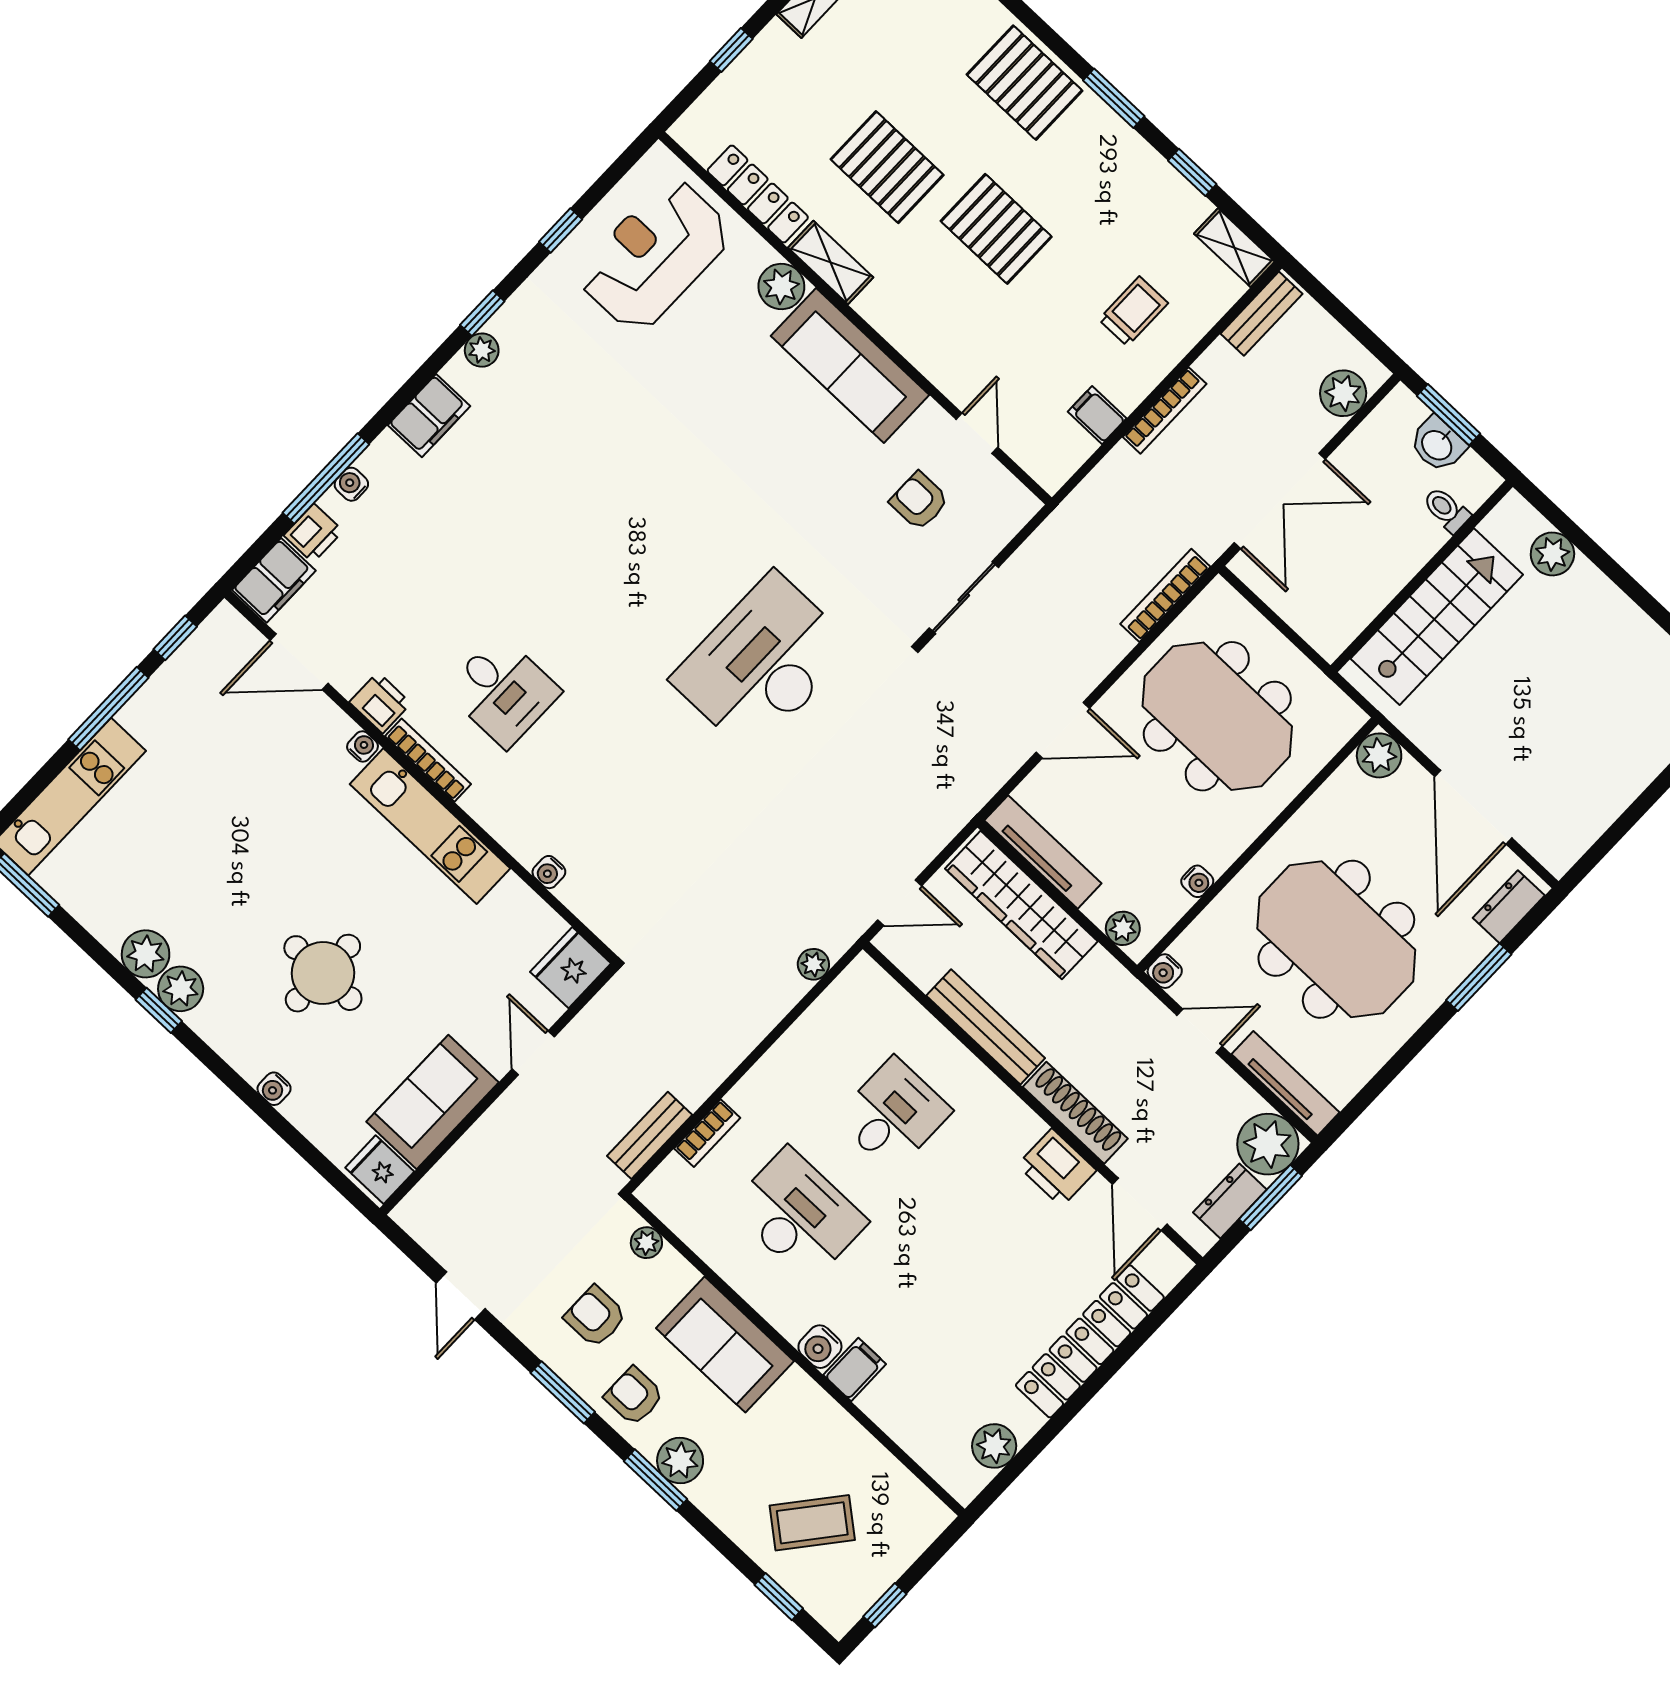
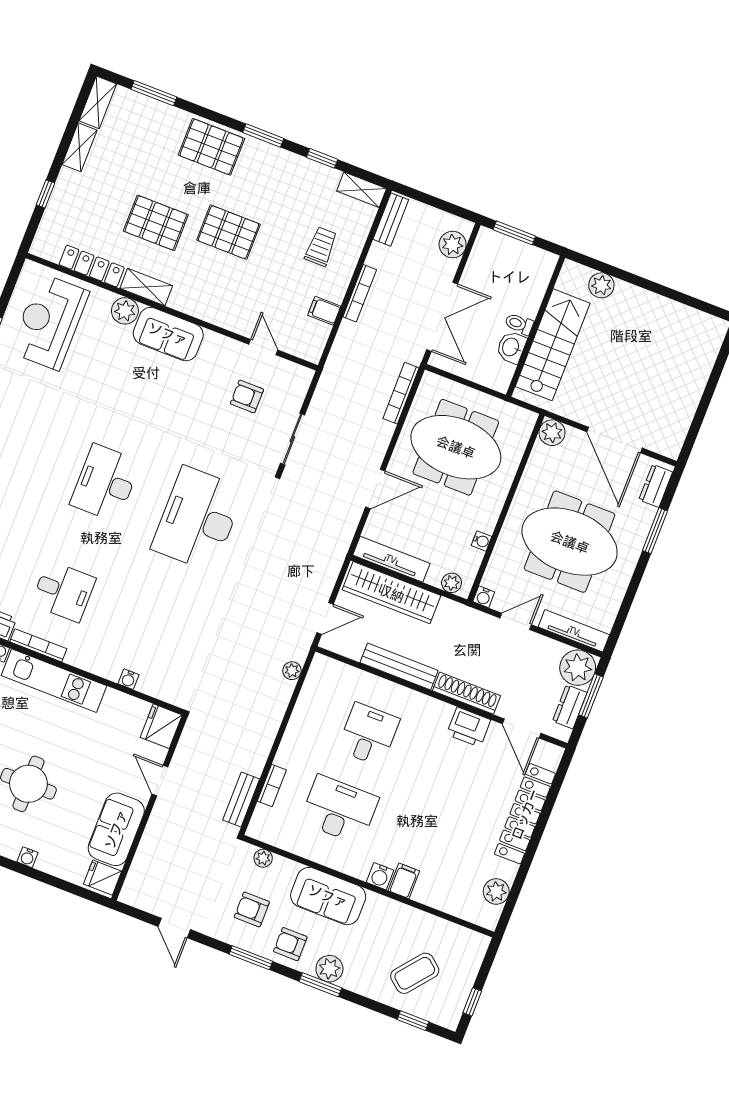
sofa: (850, 365) -> (168, 334), width x0.73
washbasin: (1438, 444) -> (511, 347), moved, turned 90
toilet: (1446, 510) -> (519, 324), moved
desk: (639, 546) -> (105, 483), added

